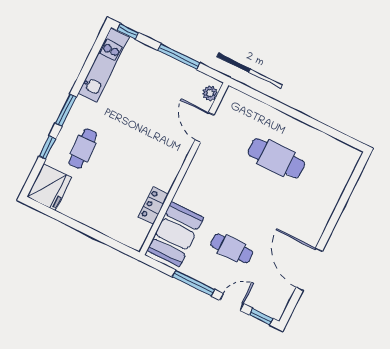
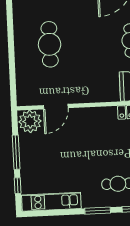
window: (128, 31) -> (18, 186), moved
plant: (210, 93) -> (30, 121), width x1.88, depth x1.88

